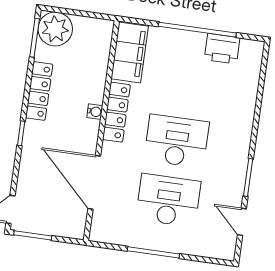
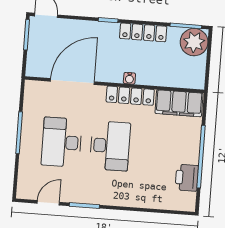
desk: (168, 200) -> (62, 142), turned 180

